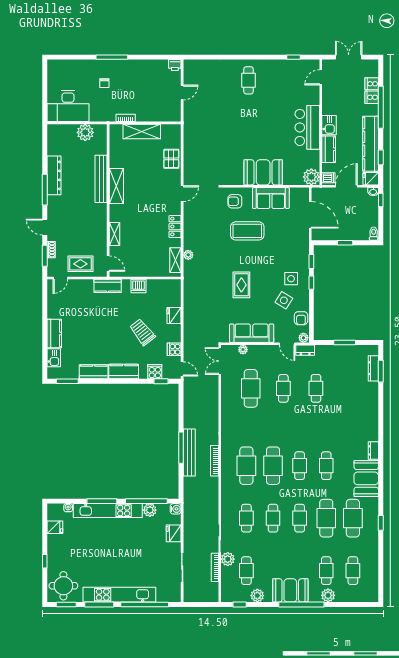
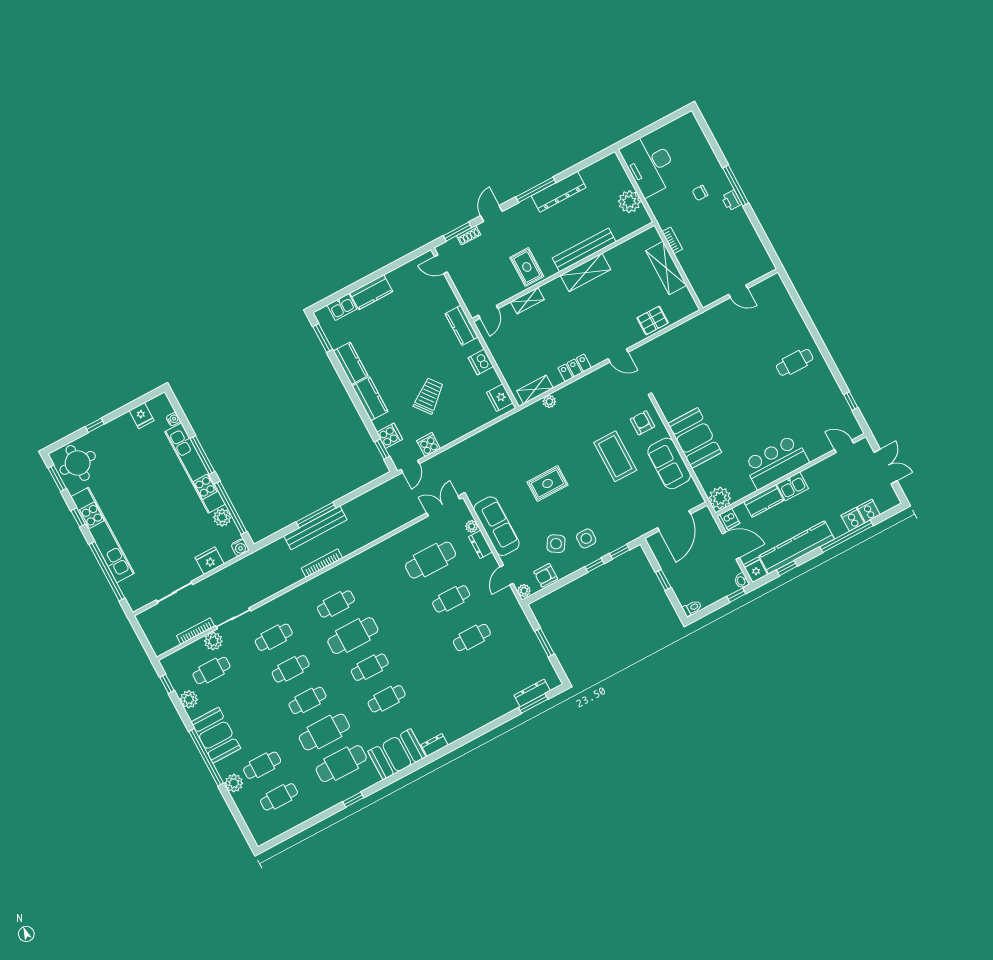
printer: (175, 65) -> (732, 200), moved
rug: (80, 264) -> (527, 267), moved
fridge: (174, 316) -> (500, 398), moved, turned -90
dresser: (305, 350) -> (480, 544), moved
cafe table: (246, 466) -> (336, 604), width x0.73, depth x0.74
window: (99, 604) -> (78, 517), width x0.46

